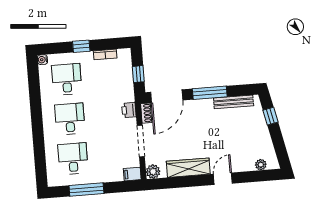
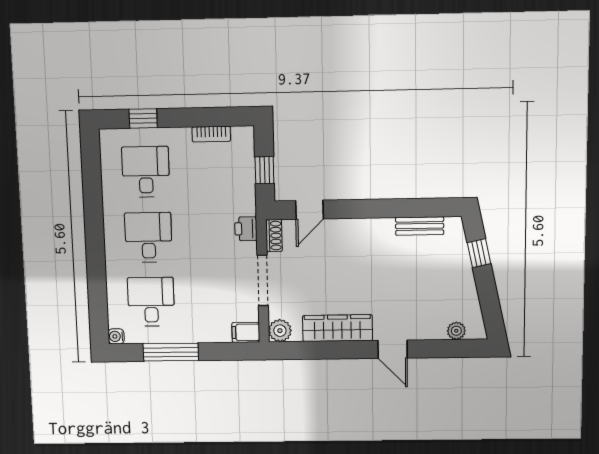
window: (81, 46) -> (143, 118), moved
water cooler: (42, 60) -> (116, 336), moved
window: (210, 93) -> (381, 208), removed
door: (167, 96) -> (309, 210), width x0.53
bench: (234, 102) -> (420, 226), width x0.73
door: (223, 179) -> (393, 349), swing flipped

